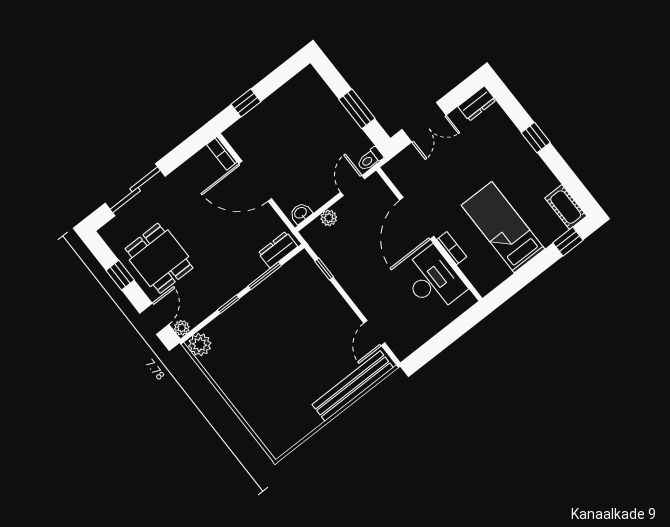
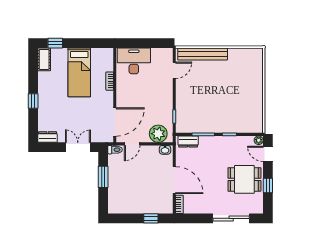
plant: (329, 218) -> (158, 134), width x1.87, depth x1.87
door: (417, 218) -> (115, 122), moved
dining table: (159, 258) -> (244, 179), turned 90
desk: (433, 280) -> (134, 61), moved, turned 90
door: (154, 319) -> (268, 154), hinge flipped
plant: (200, 345) -> (257, 126), removed

